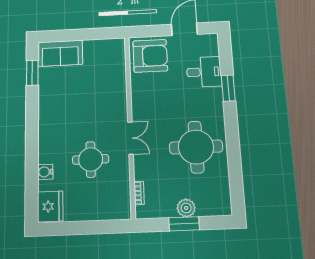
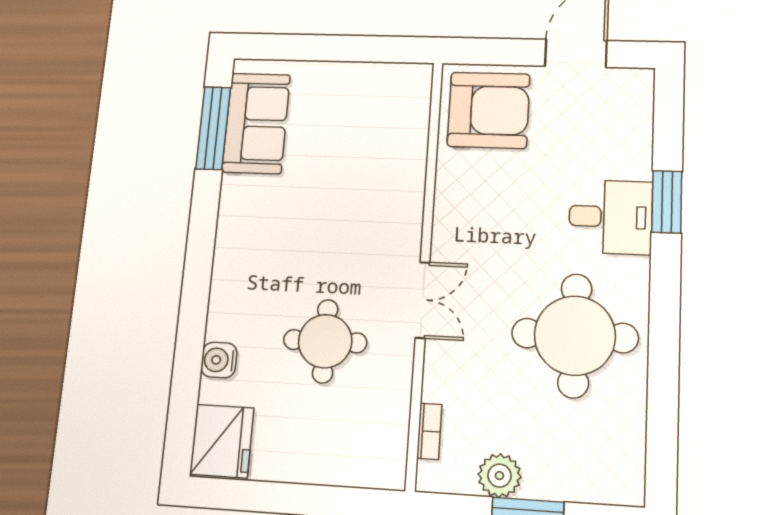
sofa: (60, 53) -> (256, 123), moved, turned -90
desk: (204, 72) -> (611, 217), moved
window: (32, 73) -> (213, 128), width x1.44
plant: (186, 208) -> (499, 476), moved

